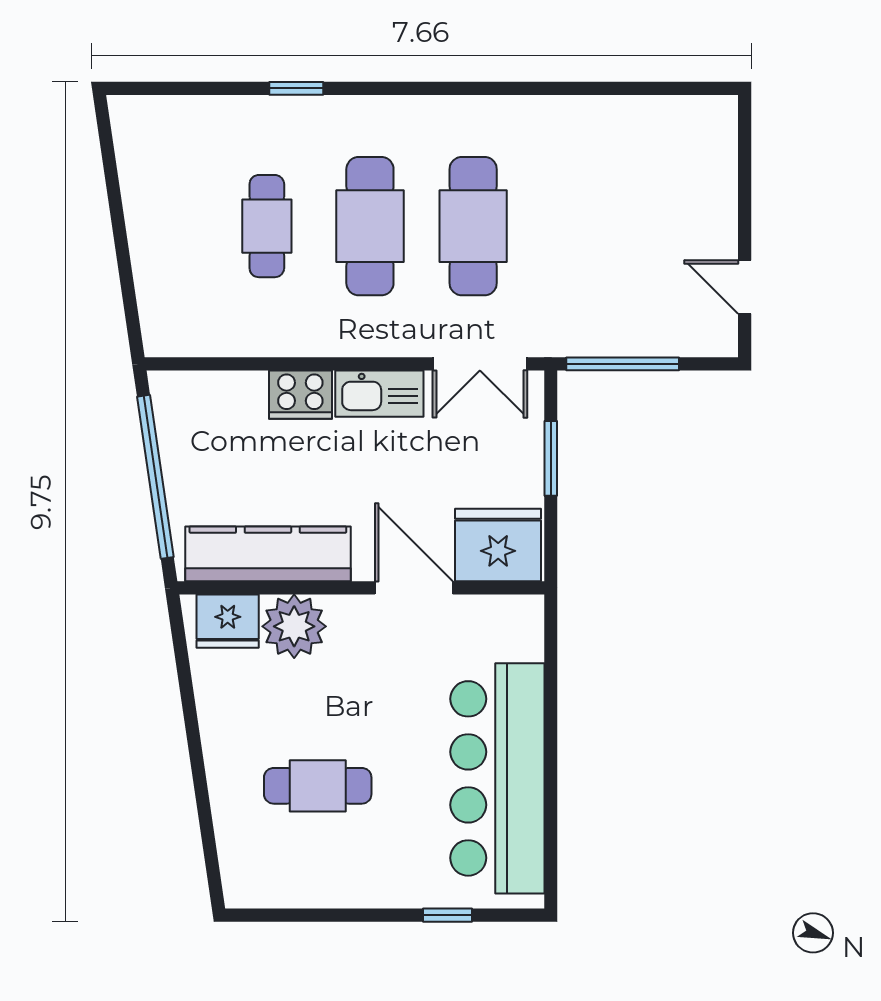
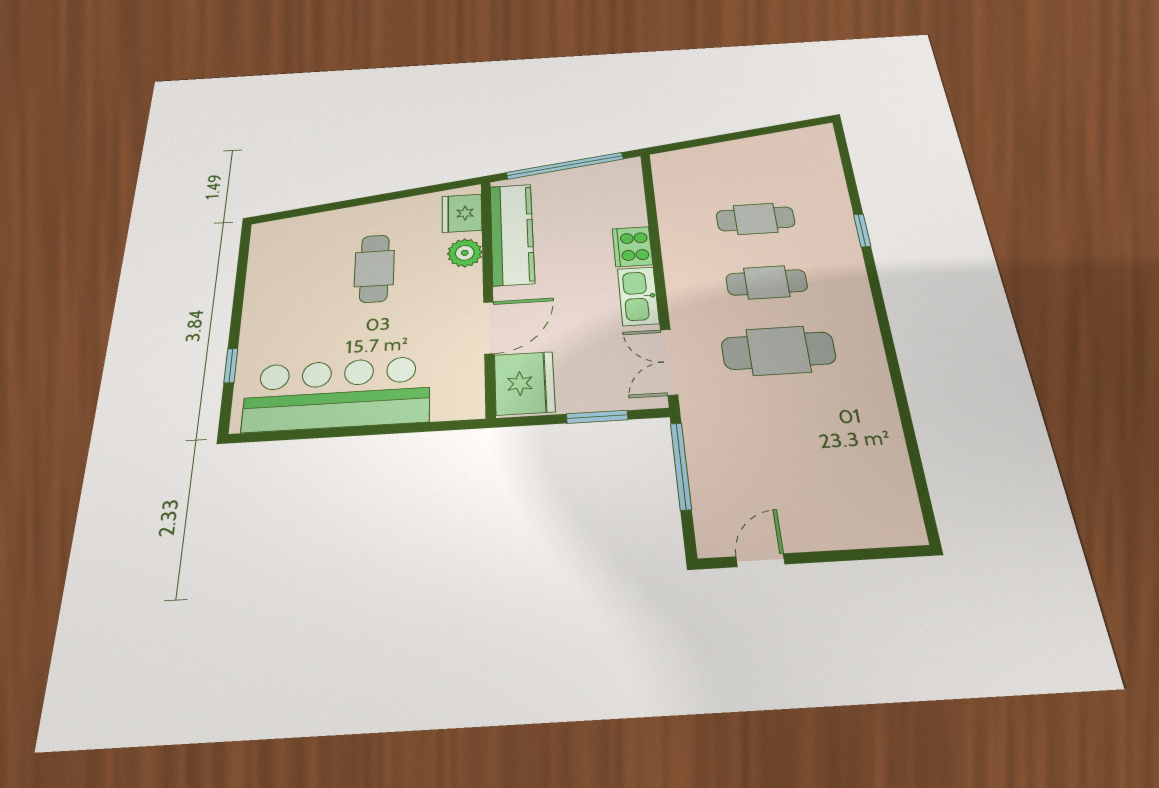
cafe table: (370, 226) -> (767, 282), width x0.73, depth x0.74
plant: (294, 626) -> (465, 253), width x0.73, depth x0.73
cafe table: (318, 786) -> (374, 268), moved

